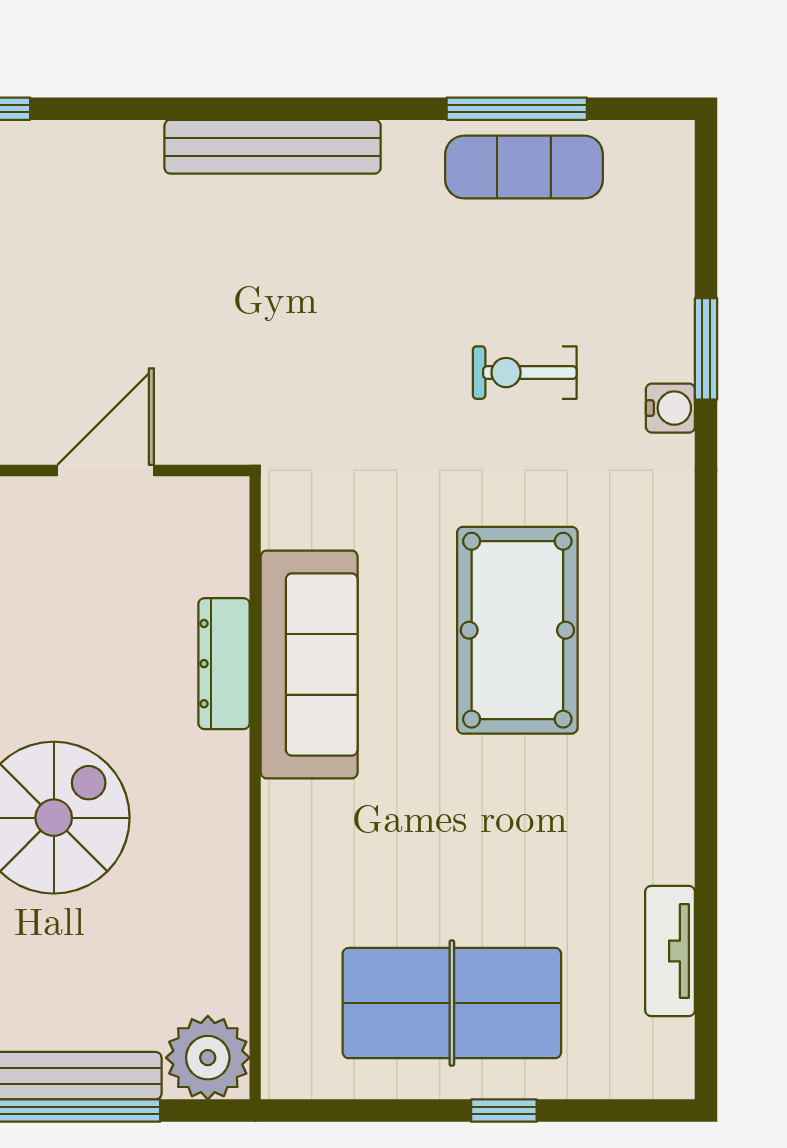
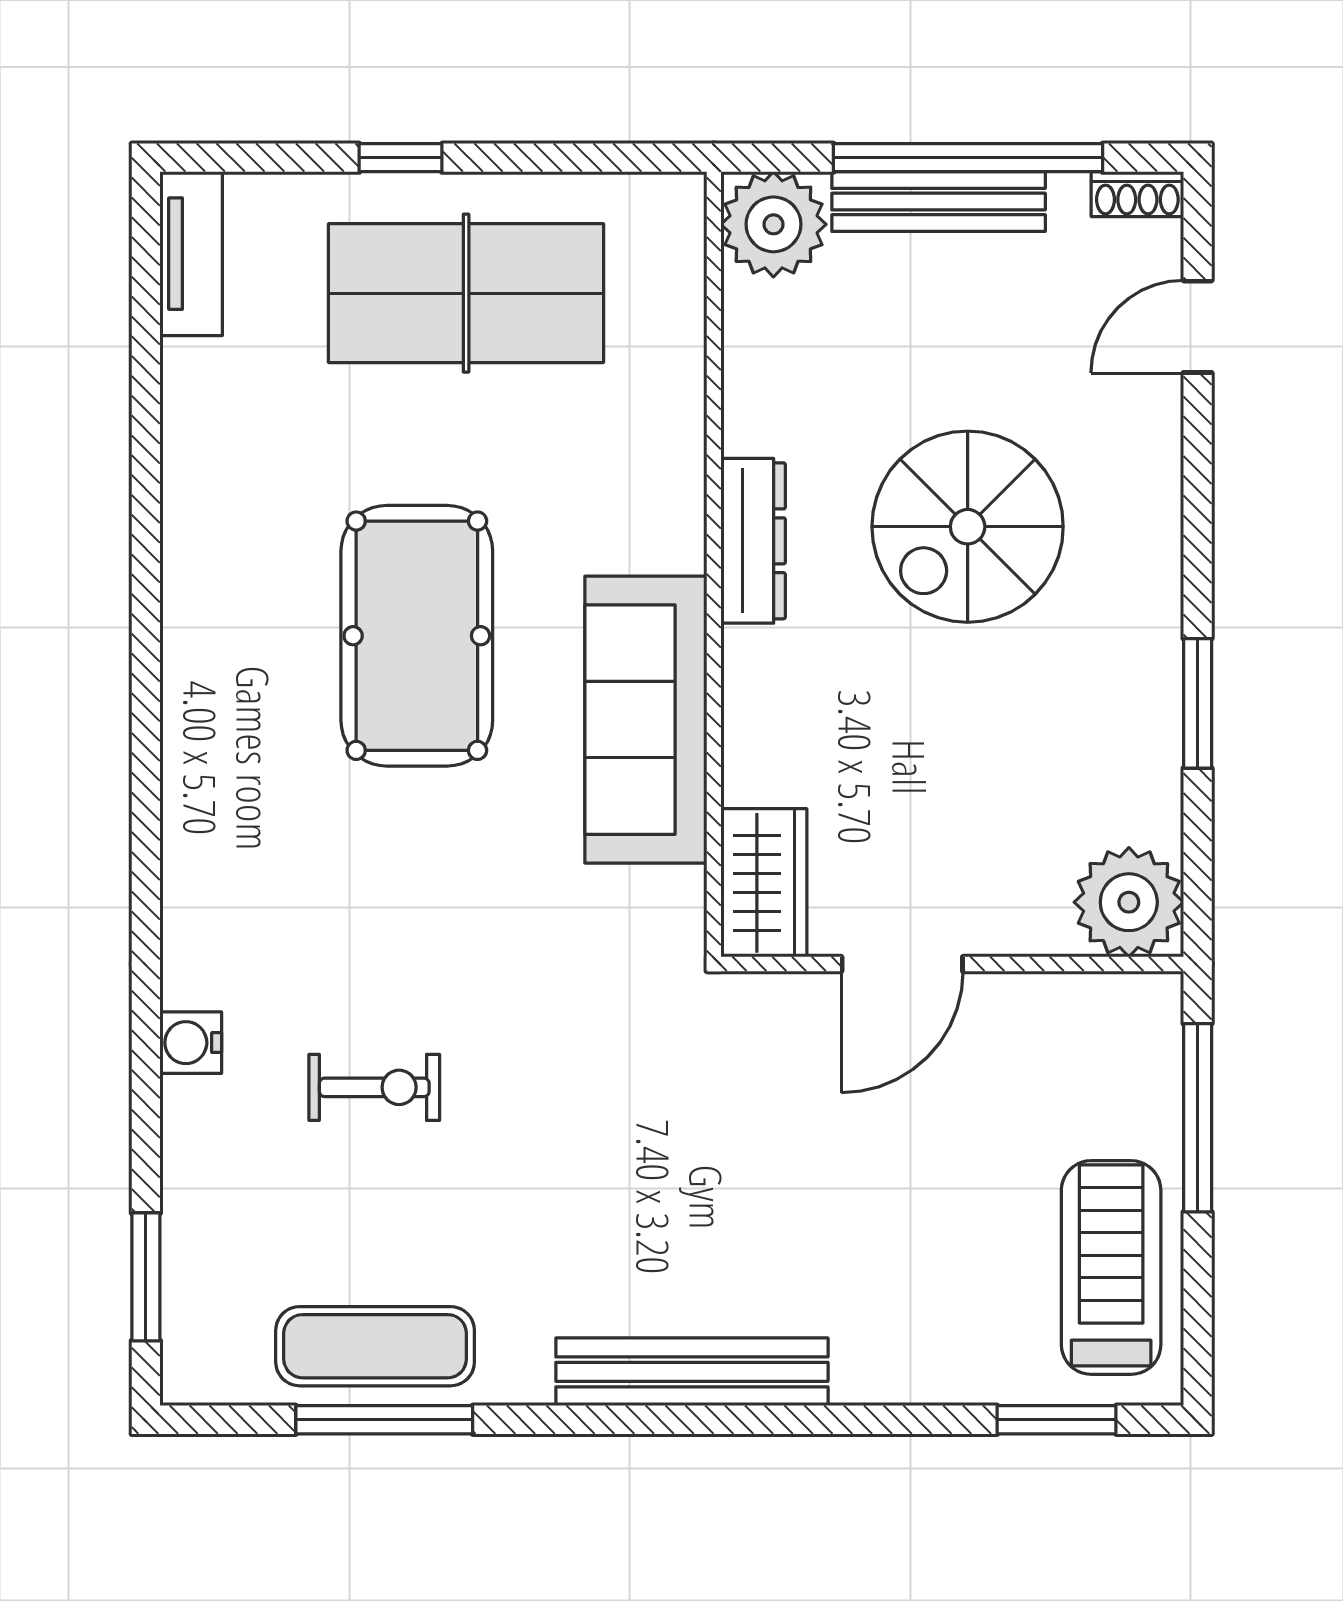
window: (706, 349) -> (146, 1277), moved
wardrobe: (215, 535) -> (764, 883), added
pool table: (517, 630) -> (417, 636), moved
dresser: (224, 664) -> (753, 541), moved
tv unit: (670, 951) -> (191, 254), moved

